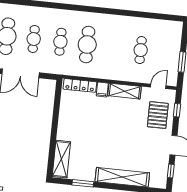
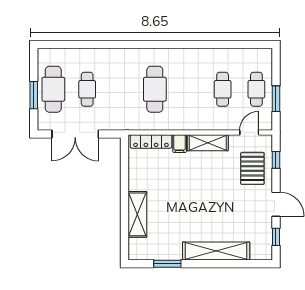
cafe table: (60, 42) -> (256, 89), moved
shelving: (61, 159) -> (137, 214), moved

